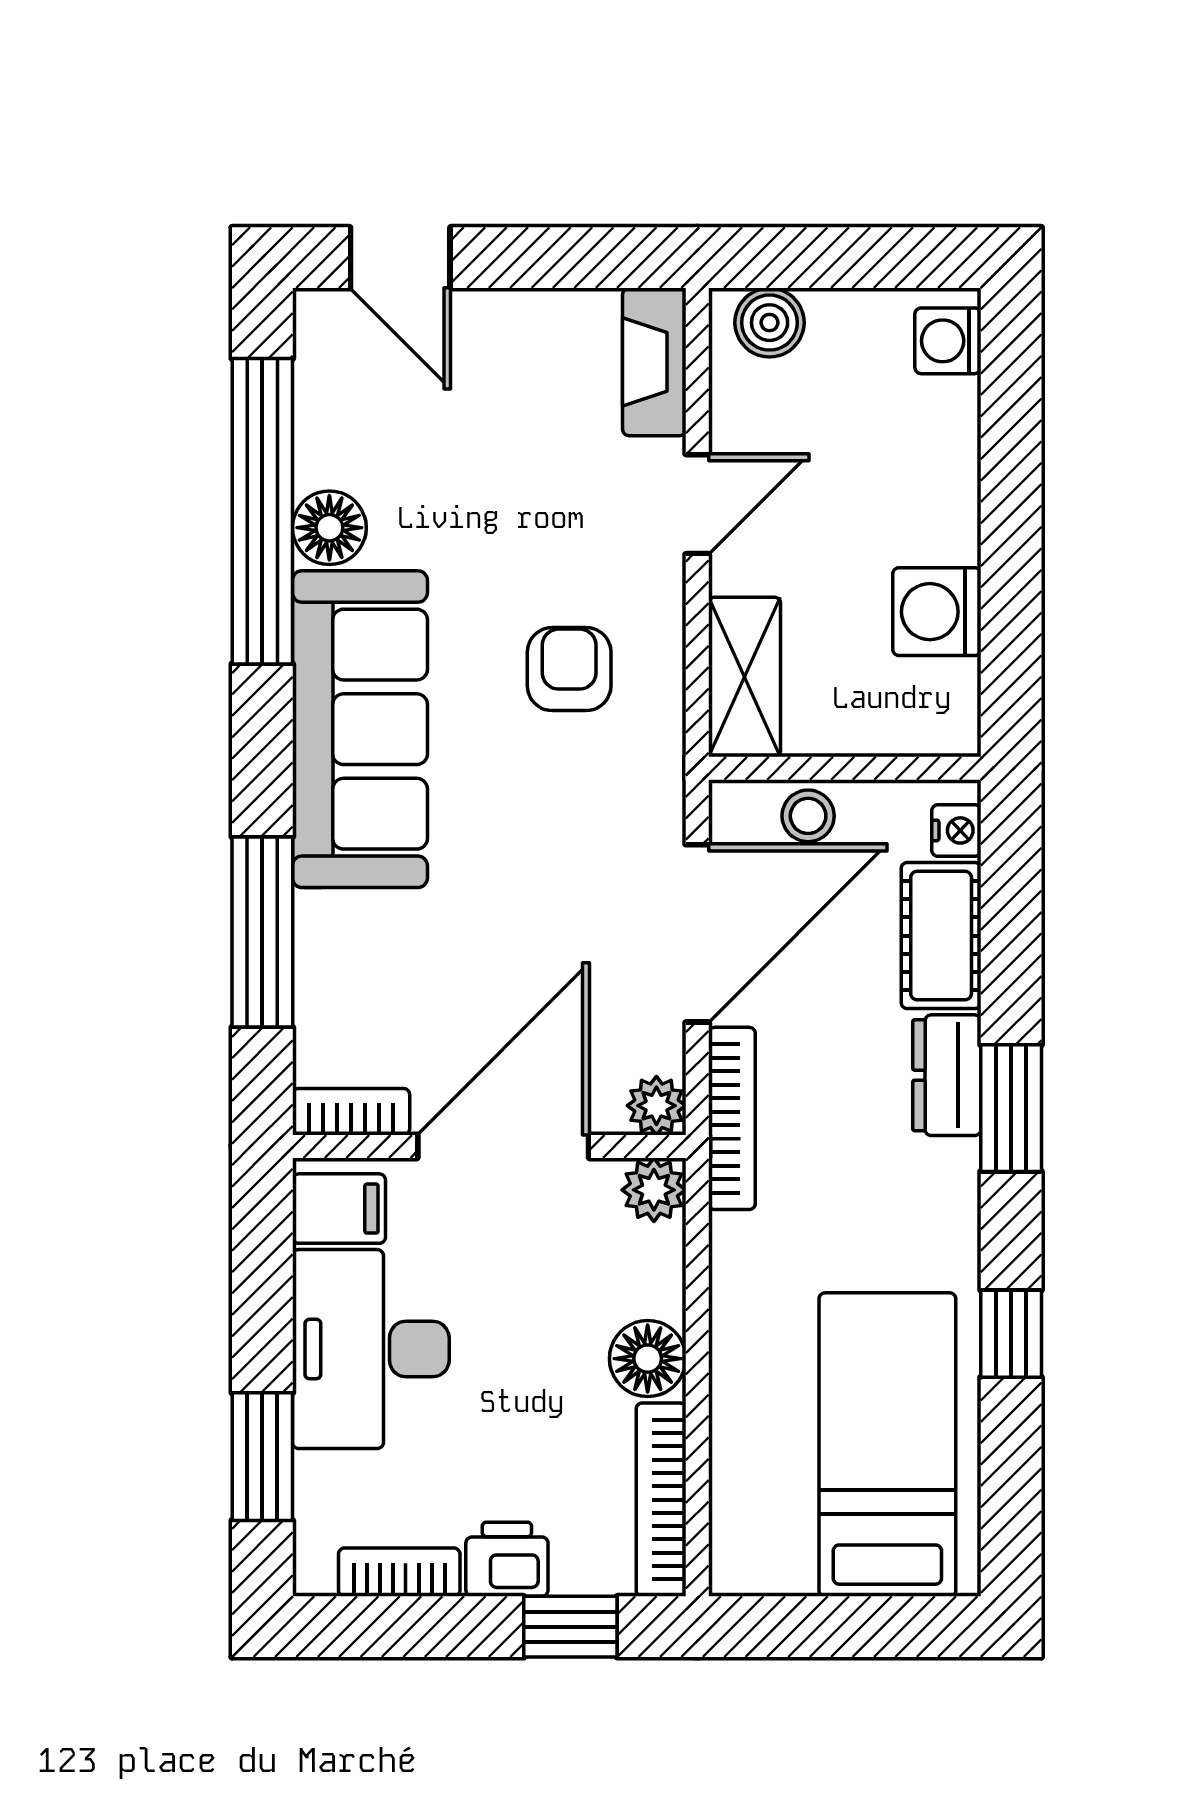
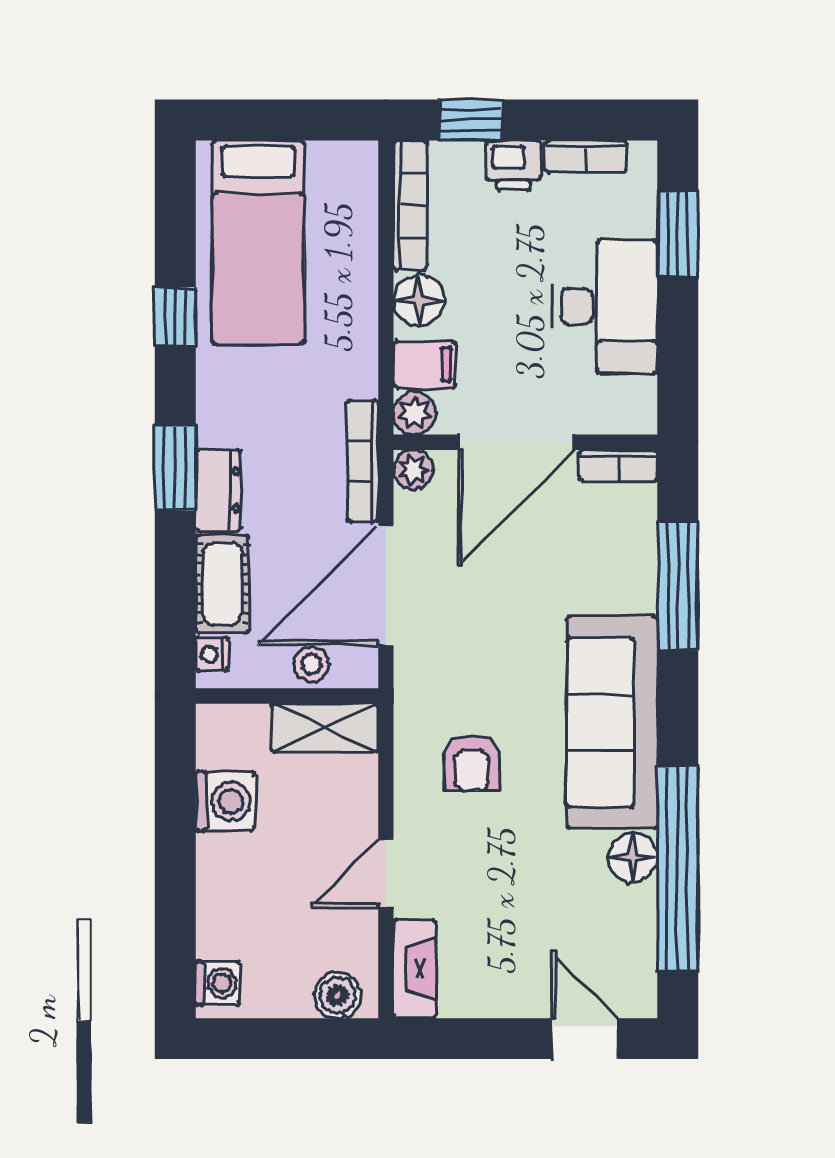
shelving: (745, 677) -> (325, 728), moved, turned 90
filing cabinet: (339, 1209) -> (425, 364), moved, turned 180

